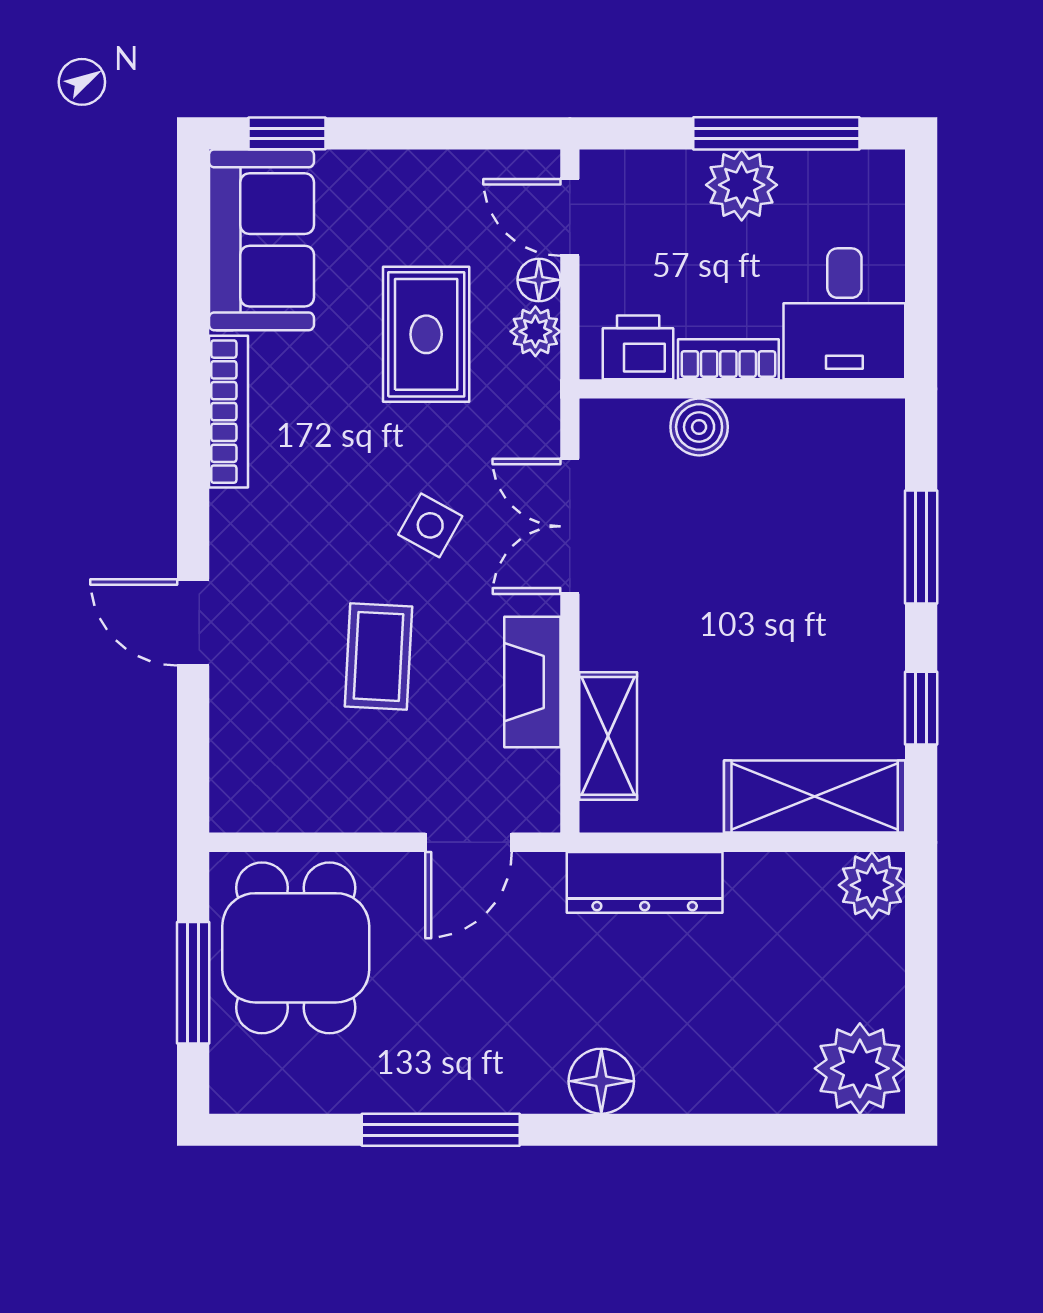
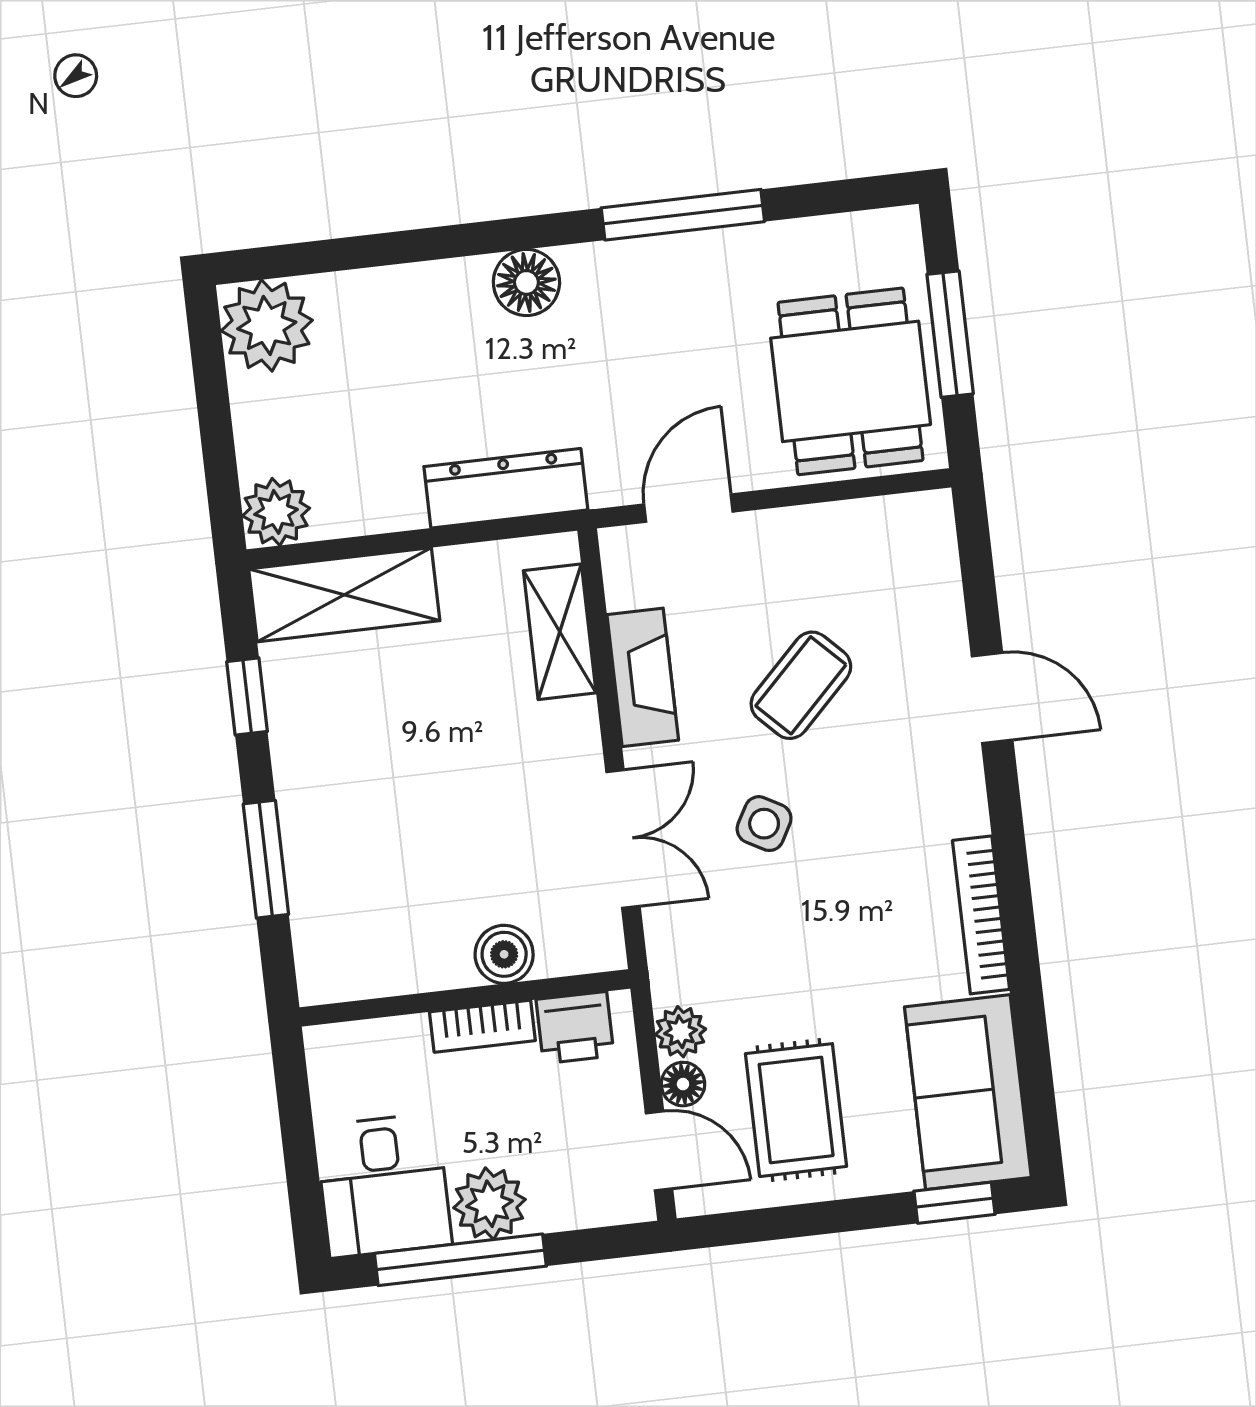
desk: (844, 314) -> (384, 1185), moved, turned 180
rug: (426, 334) -> (796, 1110), moved
coffee table: (379, 656) -> (801, 685), turned 42

